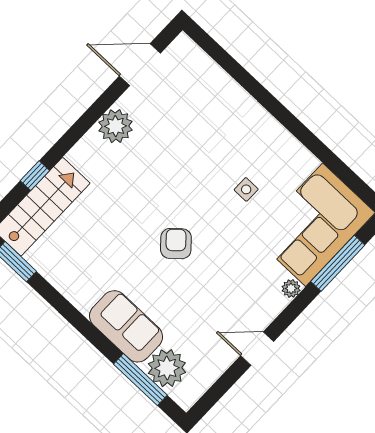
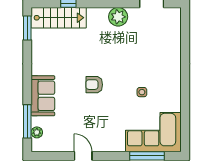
armchair: (176, 244) -> (94, 85), turned -138
plant: (291, 288) -> (120, 147), removed
plant: (167, 368) -> (37, 132), width x0.53, depth x0.53

